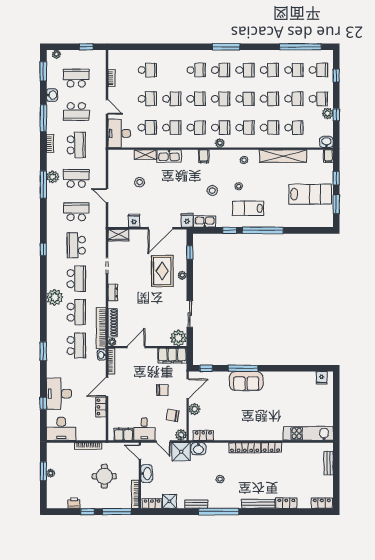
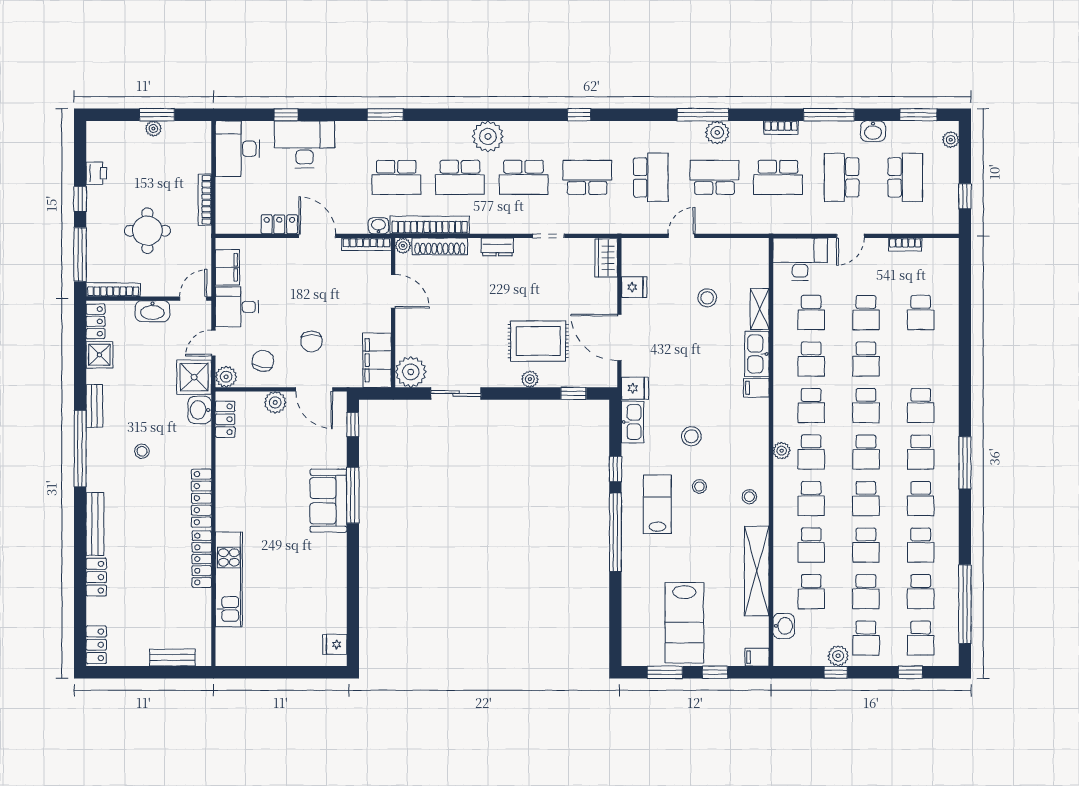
washbasin: (326, 142) -> (784, 626), moved
filing cabinet: (204, 156) -> (756, 388), moved
school desk: (76, 178) -> (714, 177), turned -90
kitchen unit: (308, 433) -> (229, 579), moved
locker: (271, 448) -> (202, 559), width x1.53

